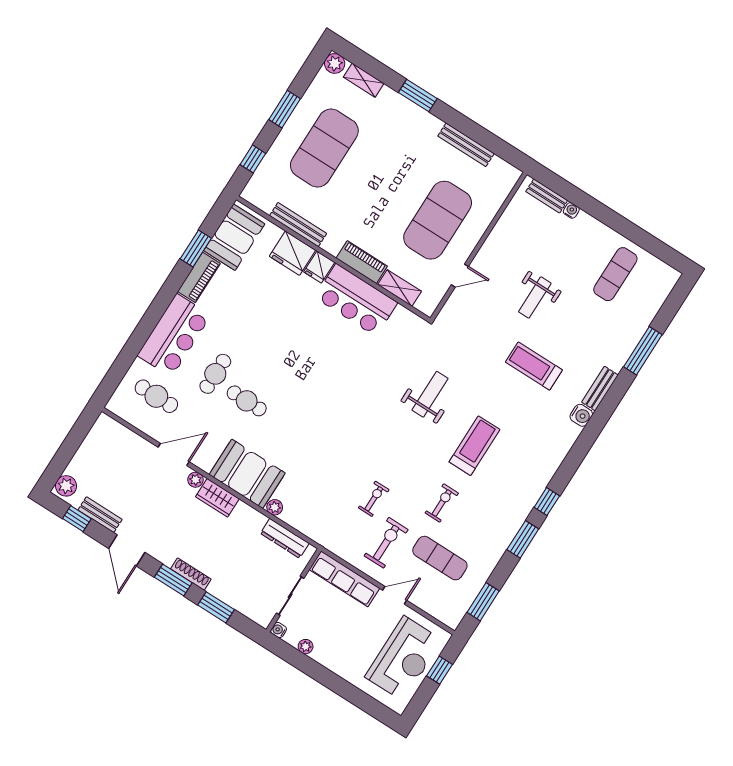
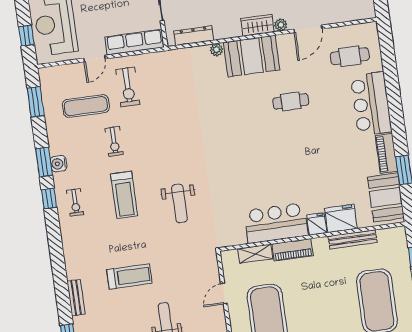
cafe table: (215, 374) -> (325, 102), removed
water cooler: (581, 415) -> (59, 164), moved
exercise bike: (374, 499) -> (75, 202), moved

